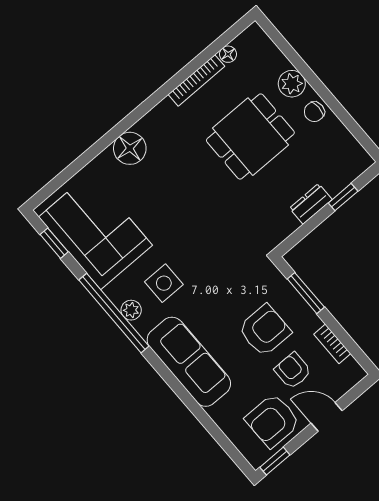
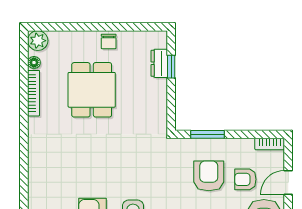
plant: (292, 84) -> (38, 41), moved
floor lamp: (130, 148) -> (40, 164), removed
dresser: (311, 204) -> (159, 63), moved
bookcase: (332, 344) -> (270, 144), moved

